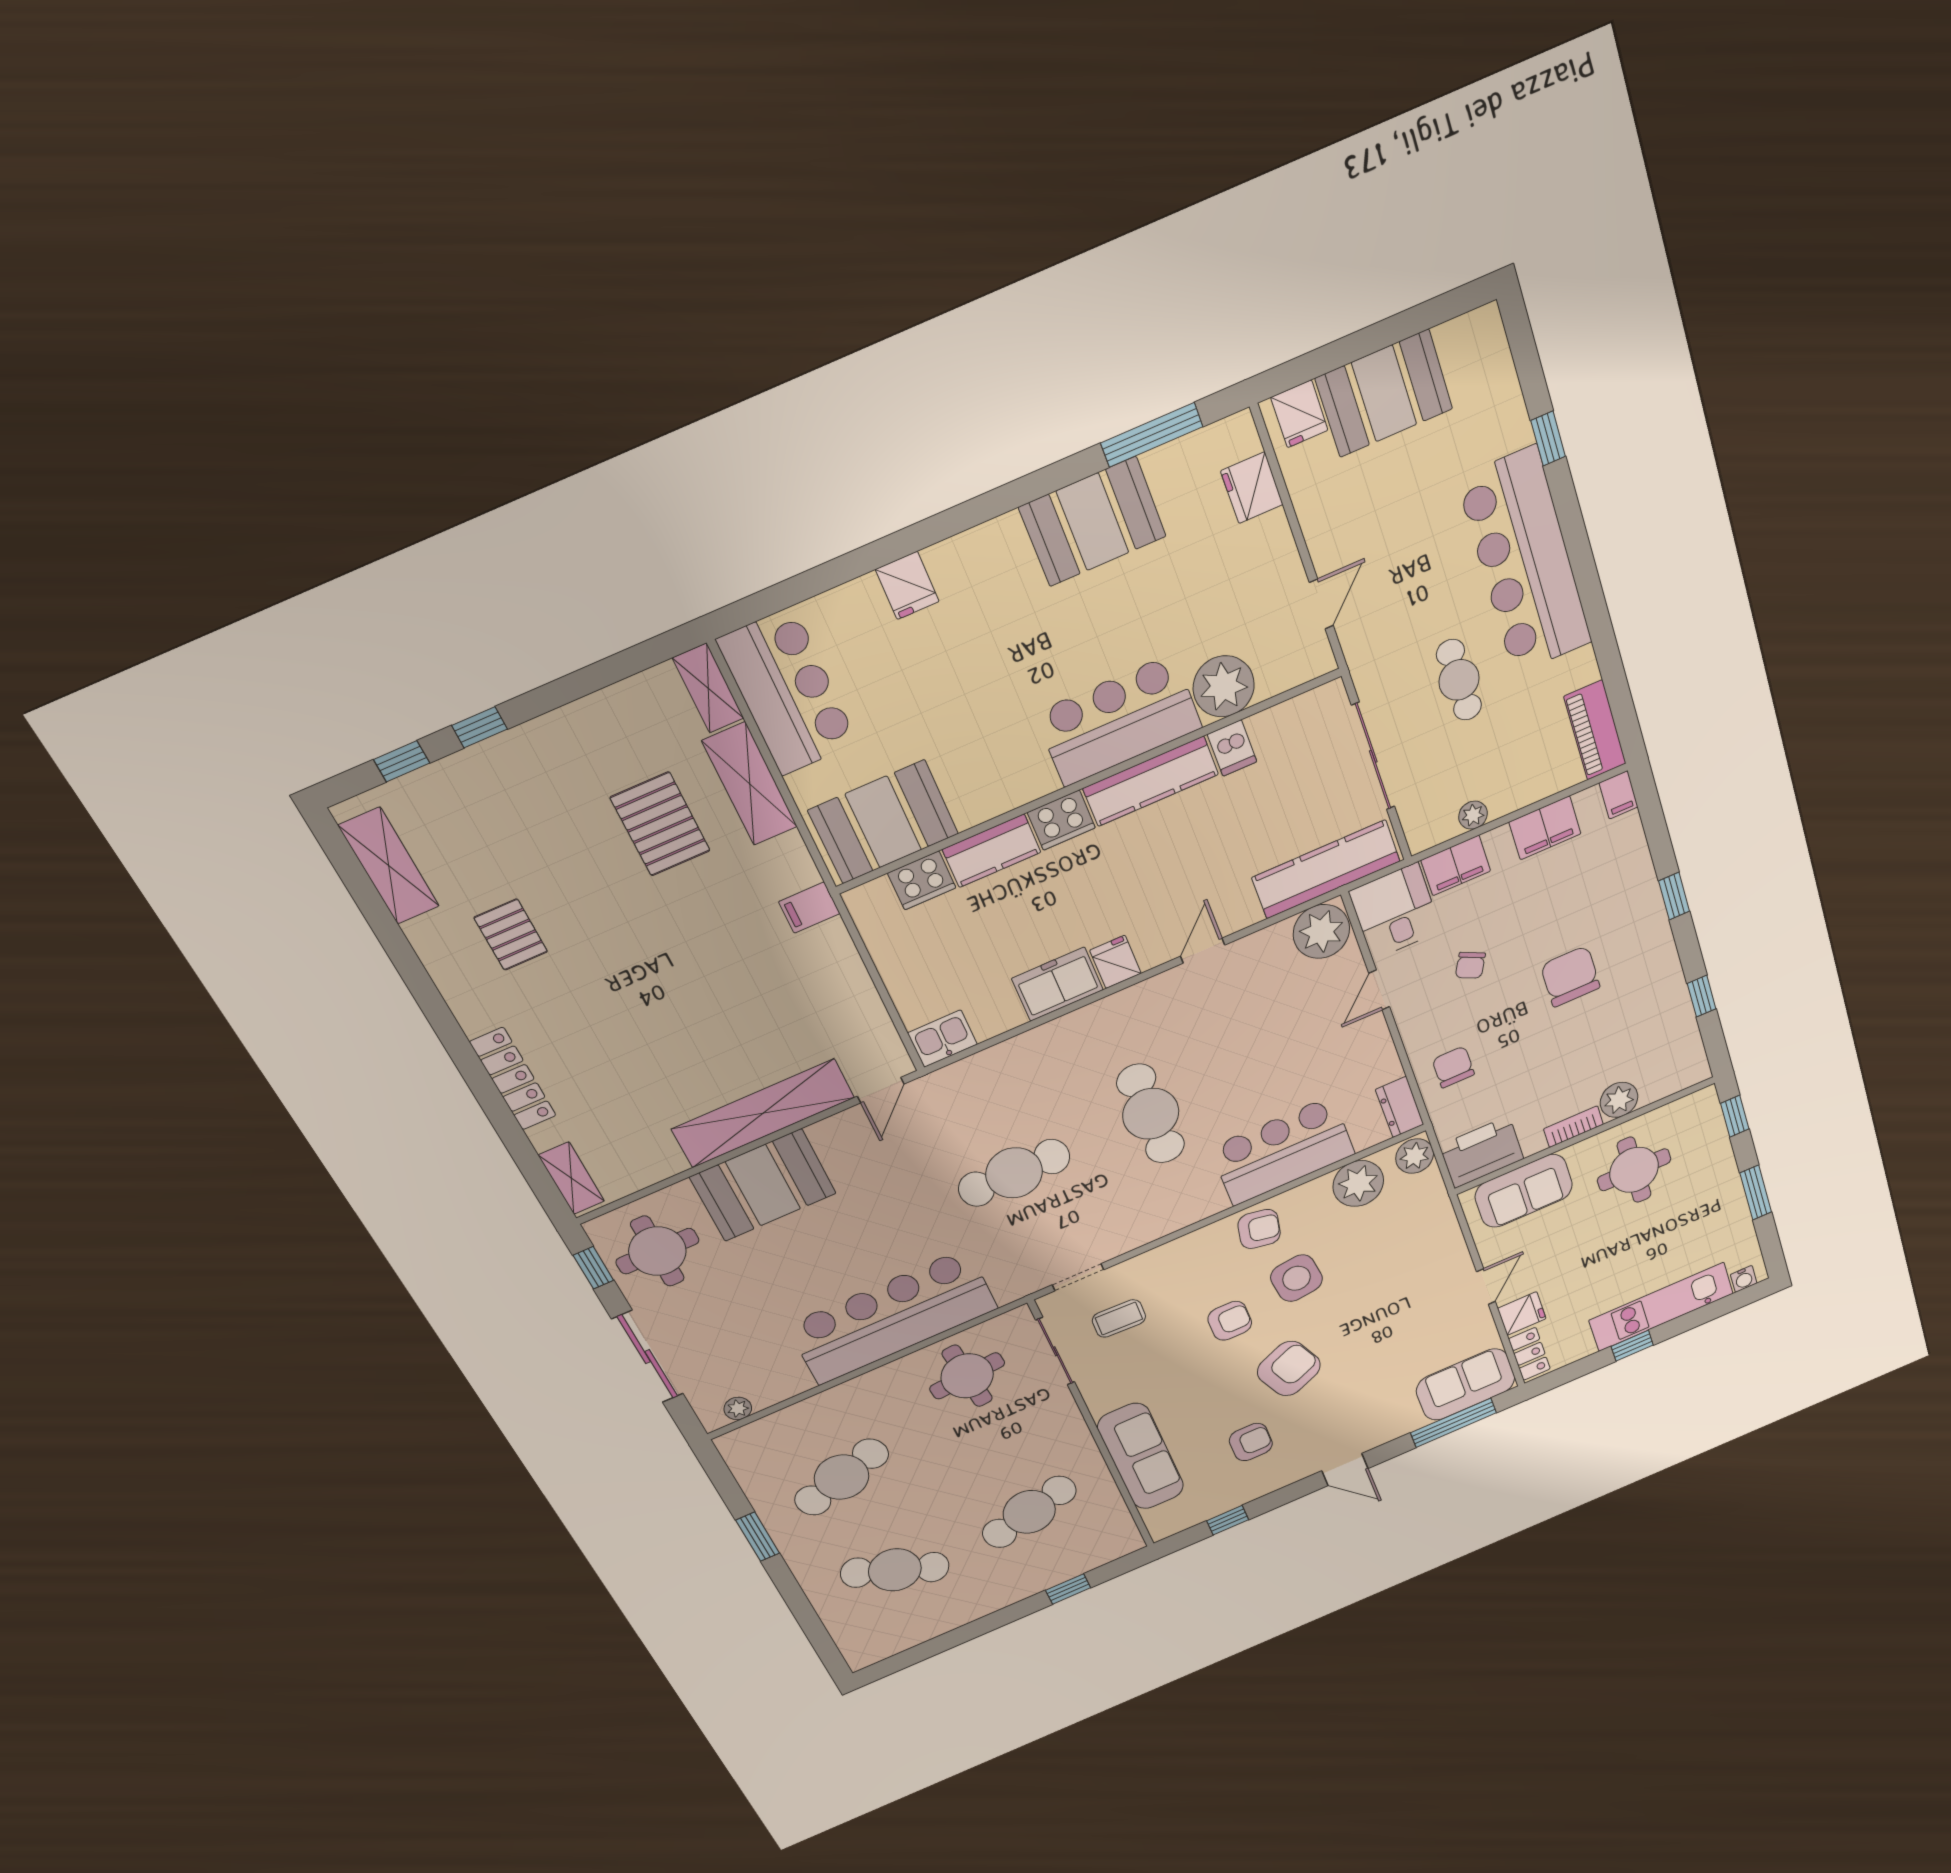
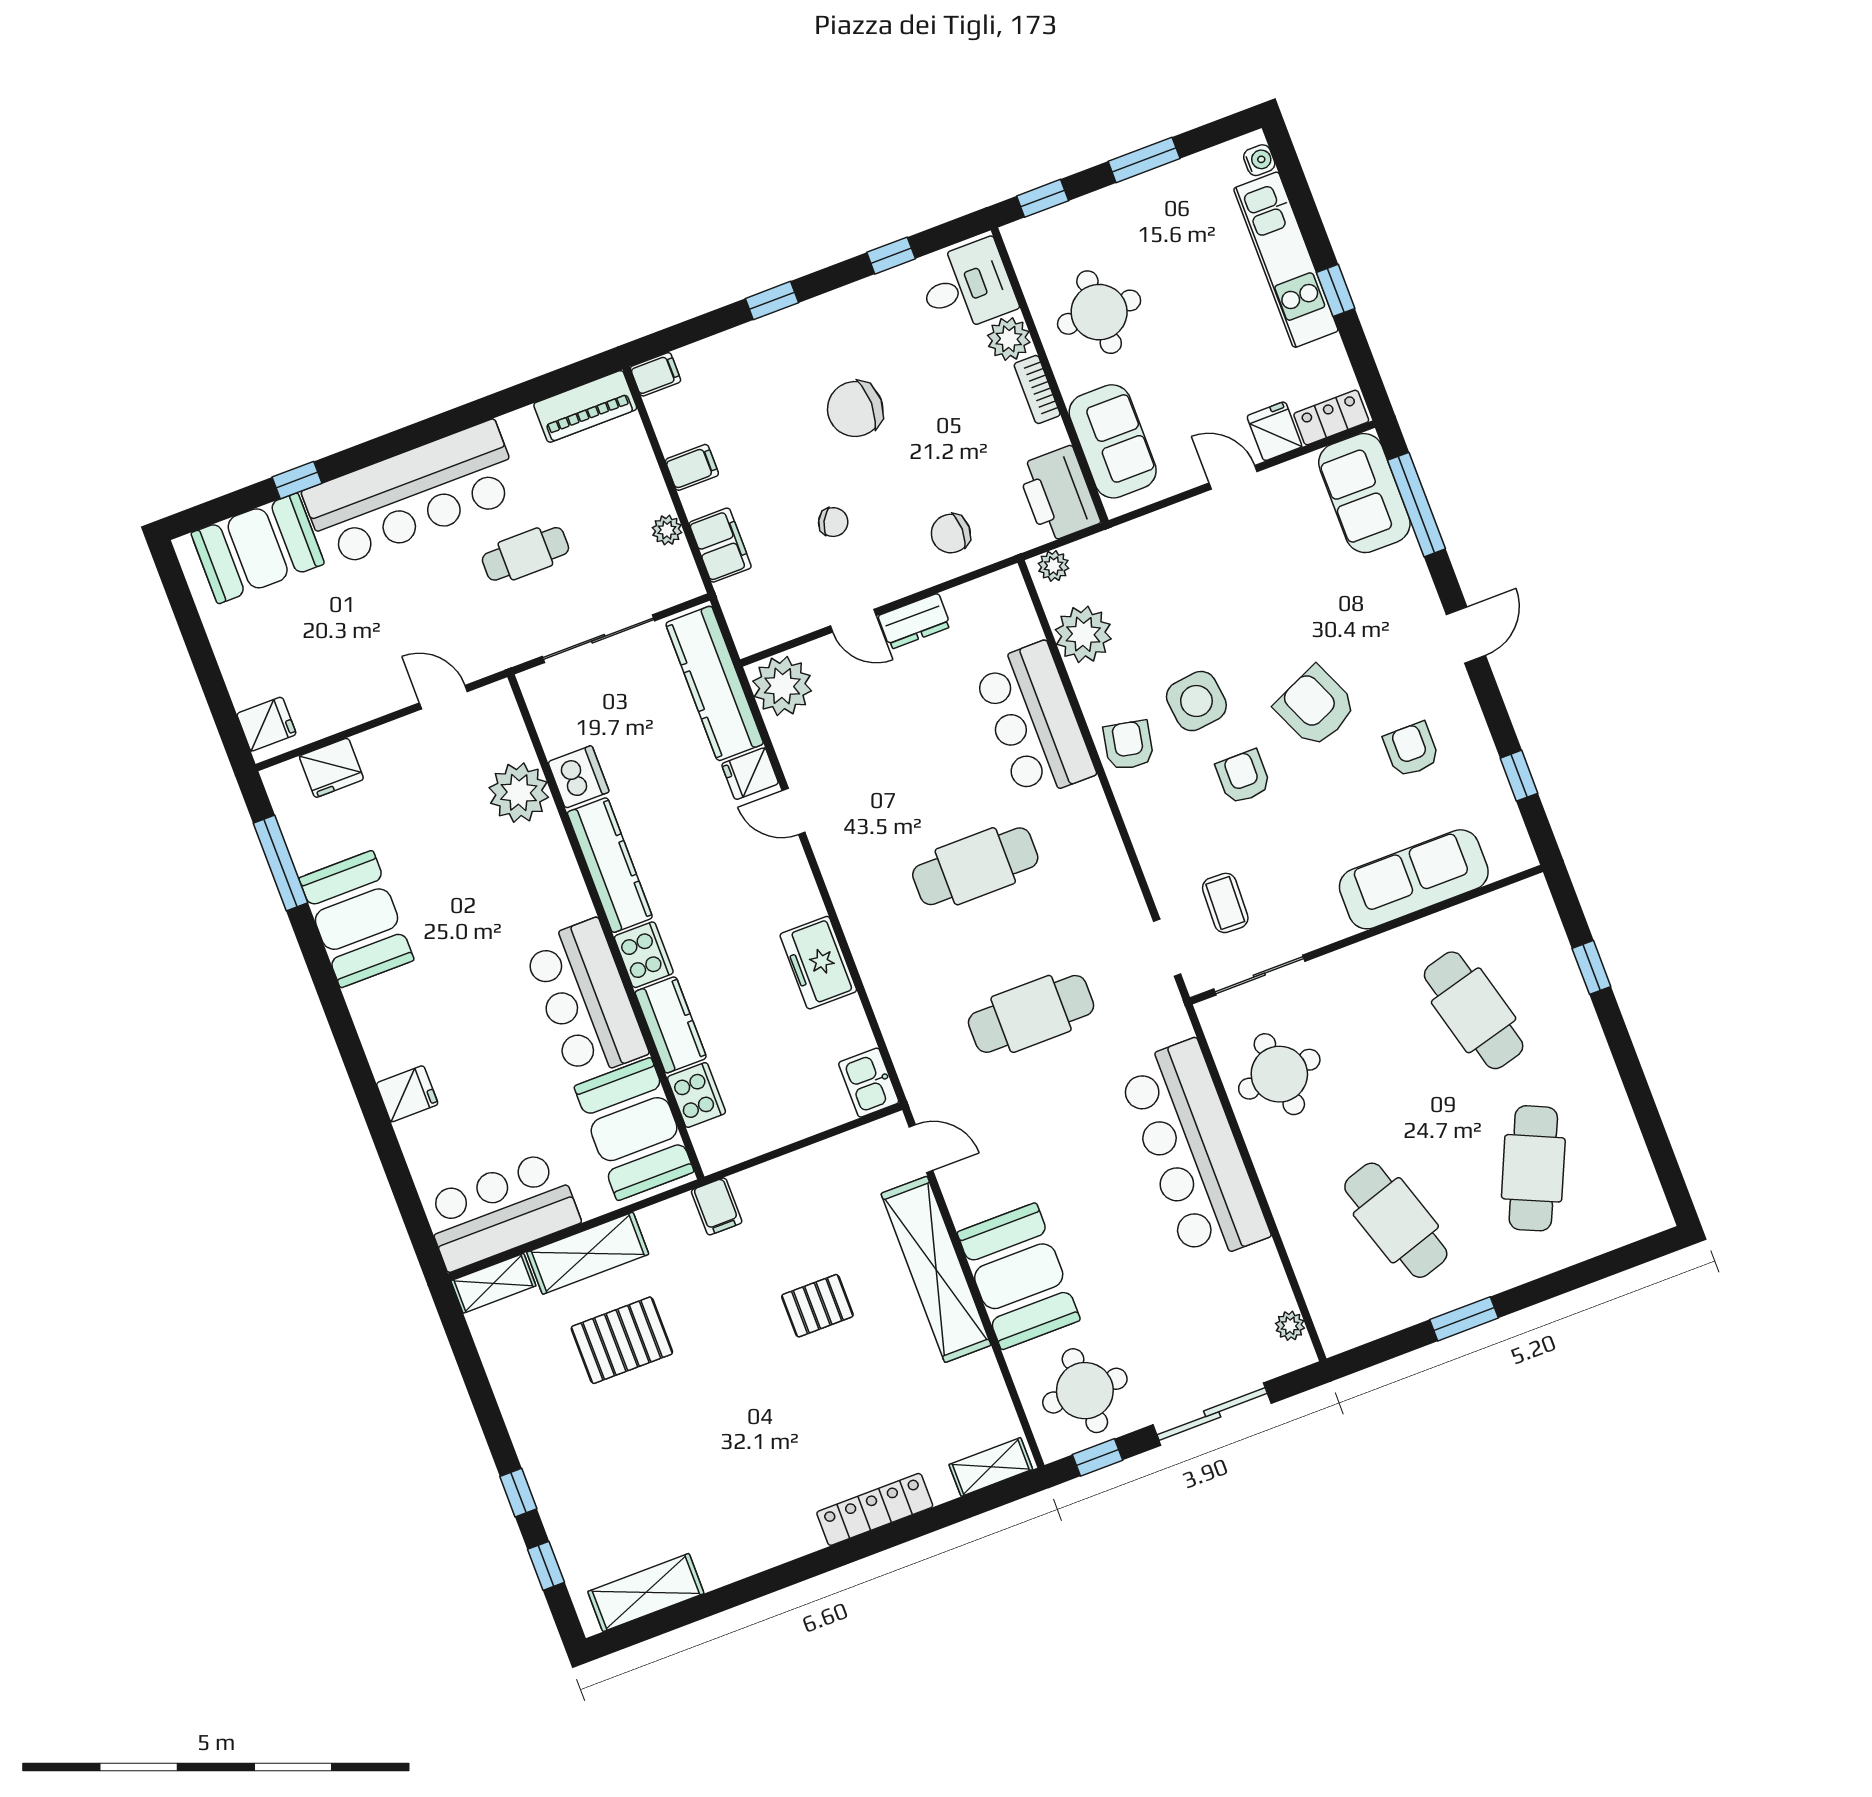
booth: (1384, 394) -> (258, 548), moved, turned 90
bar counter: (1119, 720) -> (586, 999), moved
dishwasher: (1232, 748) -> (579, 777), width x1.38
filing cabinet: (1545, 828) -> (692, 467), width x0.50
desk: (1395, 911) -> (967, 286), moved, turned 180
pallet: (511, 935) -> (817, 1306), moved
fridge: (1115, 962) -> (750, 774), moved
dresser: (1400, 1107) -> (914, 621), moved
plant: (1415, 1156) -> (1053, 566), width x0.73, depth x0.73
cafe table: (1014, 1173) -> (1031, 1014), turned 90

